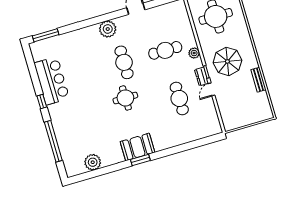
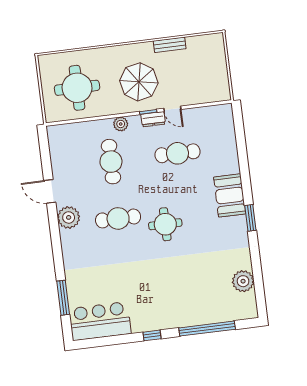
plant: (108, 29) -> (69, 217), moved
window: (46, 35) -> (63, 298), moved
bar counter: (52, 81) -> (100, 321), moved
booth: (137, 147) -> (230, 195), moved

